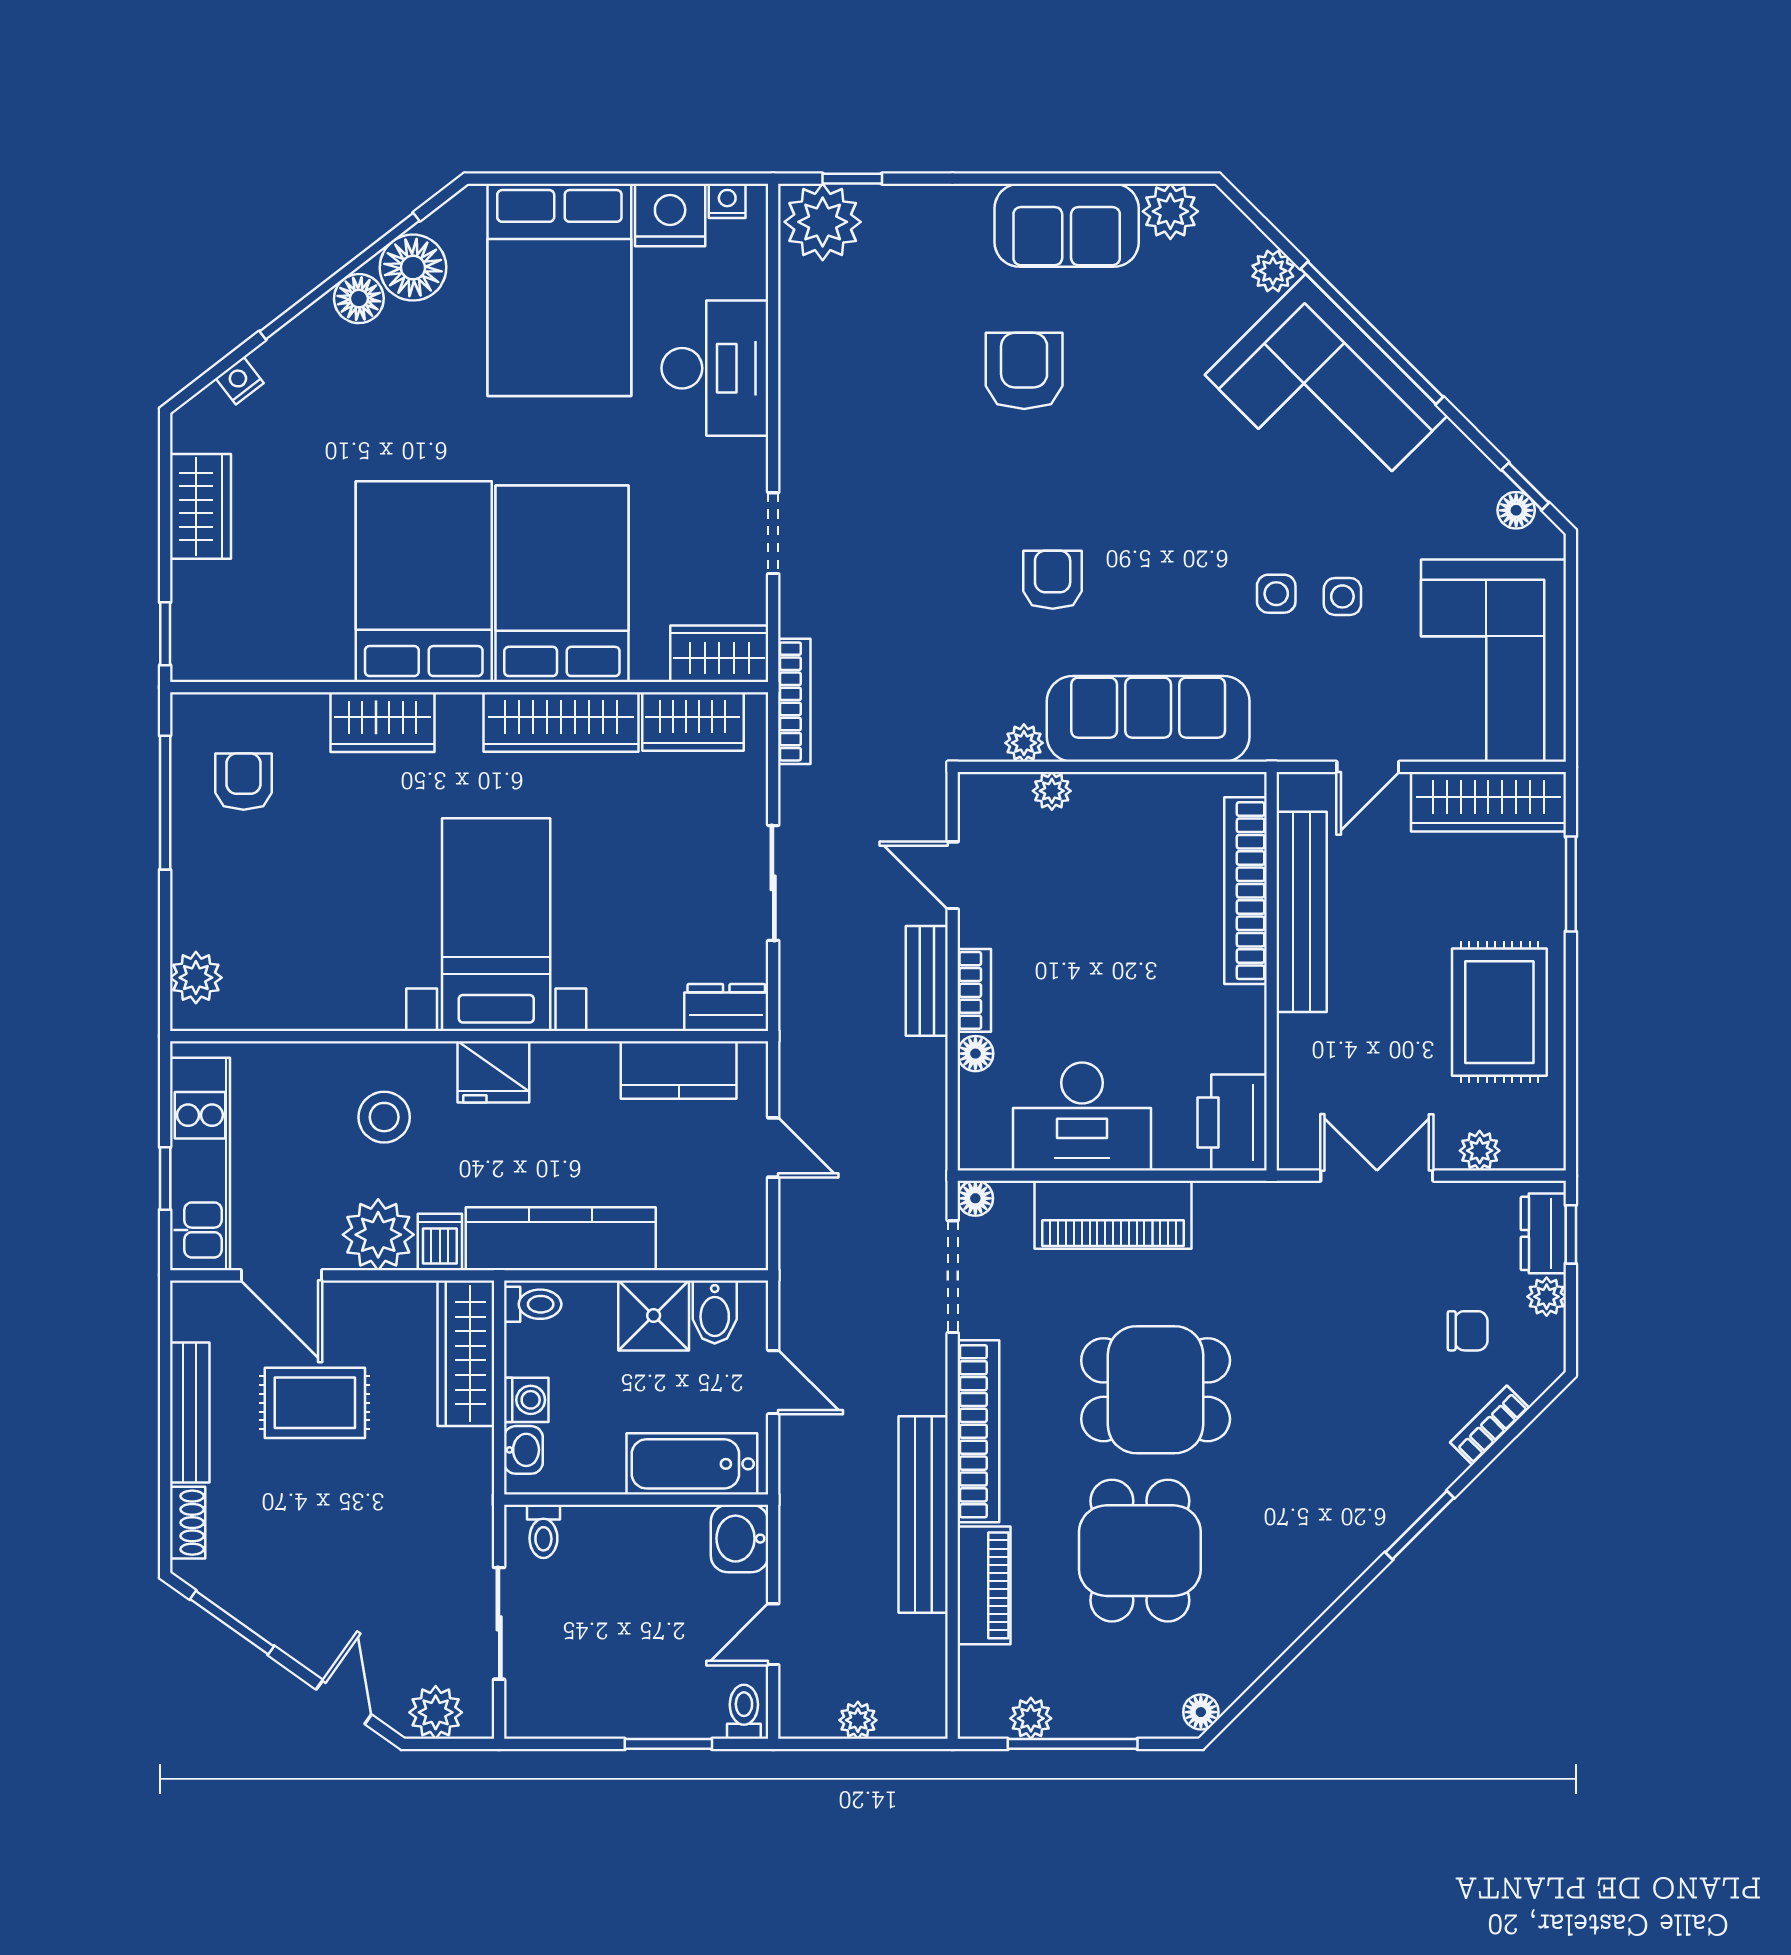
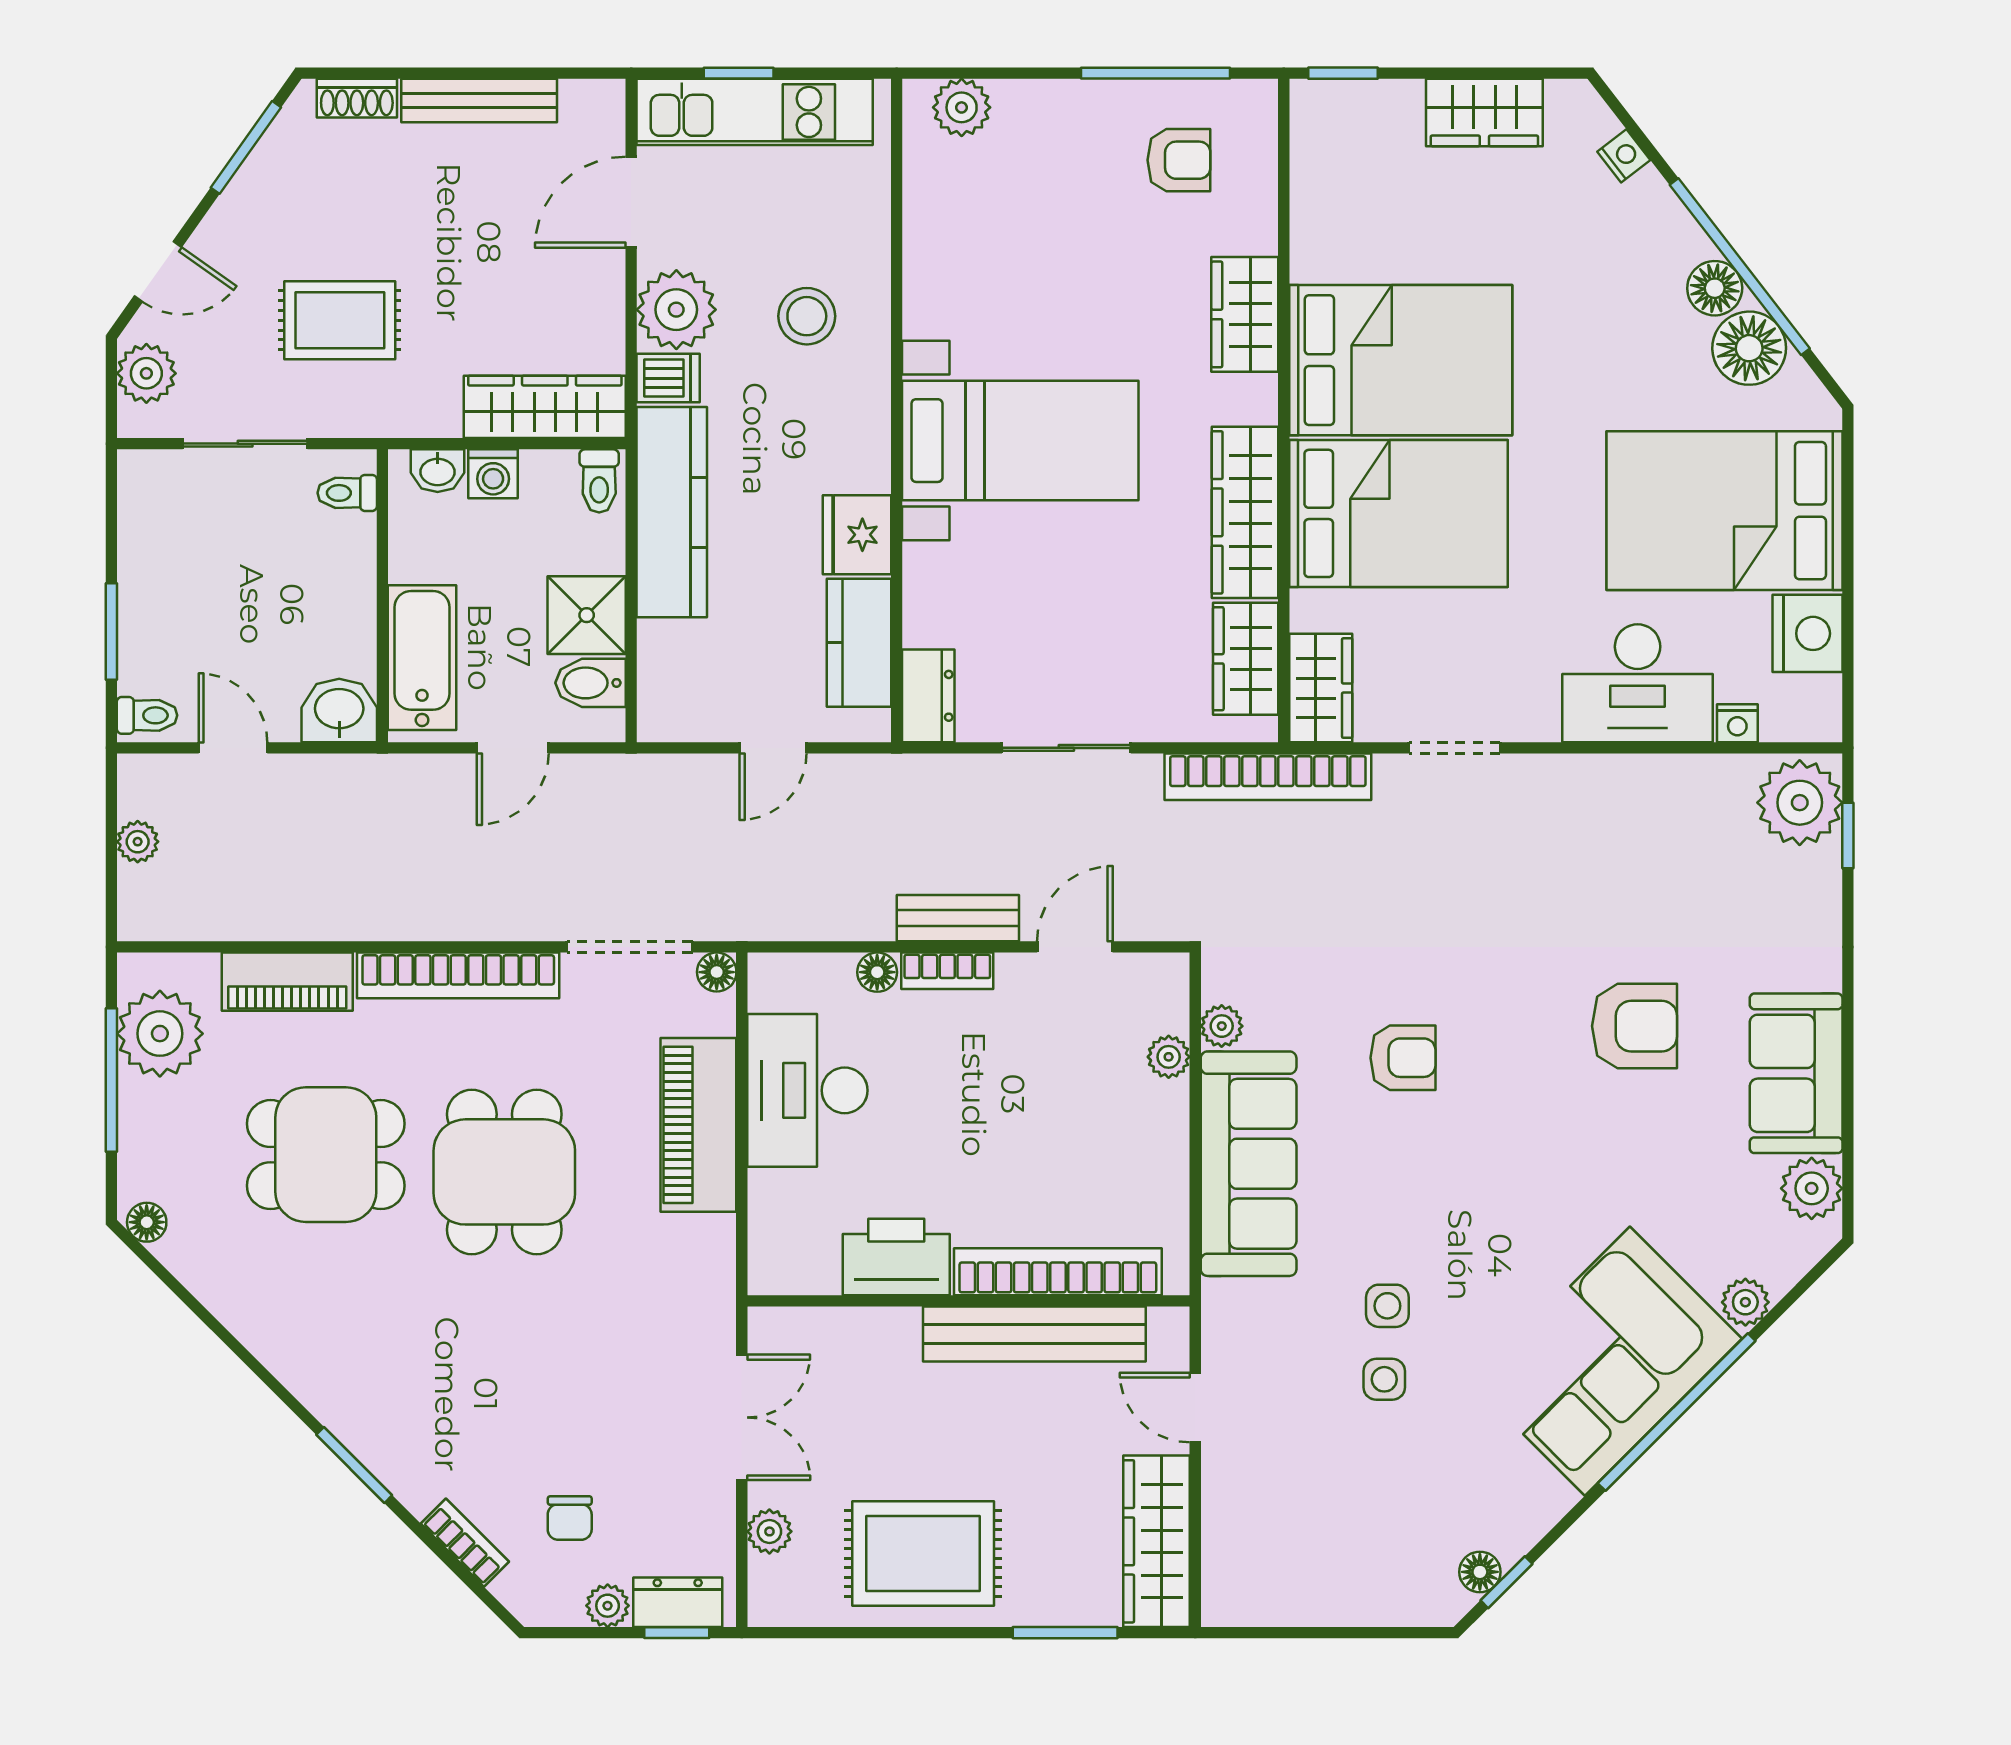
nightstand: (727, 201) -> (1737, 723), moved, turned 90
corner sofa: (1494, 661) -> (1313, 1547), removed
bookcase: (794, 701) -> (1268, 777), width x1.48, depth x1.31
fridge: (493, 1072) -> (857, 535), moved
printer: (1232, 1122) -> (896, 1257), moved
rug: (315, 1403) -> (340, 320), moved, turned 90
bench: (923, 1514) -> (366, 914), removed
plant: (1031, 1718) -> (160, 1034), width x1.87, depth x1.87

